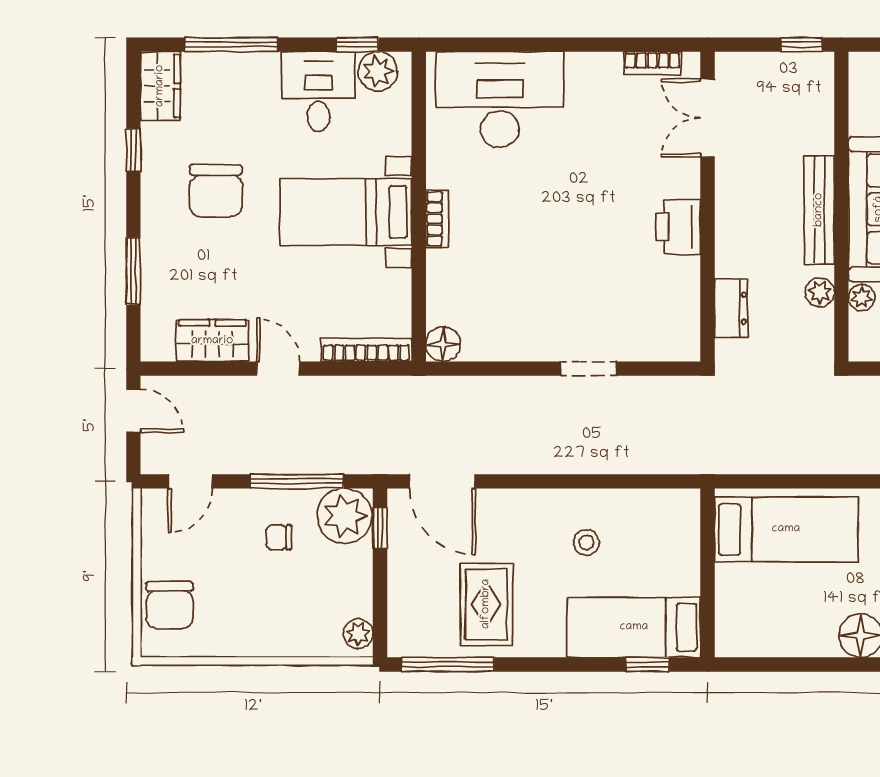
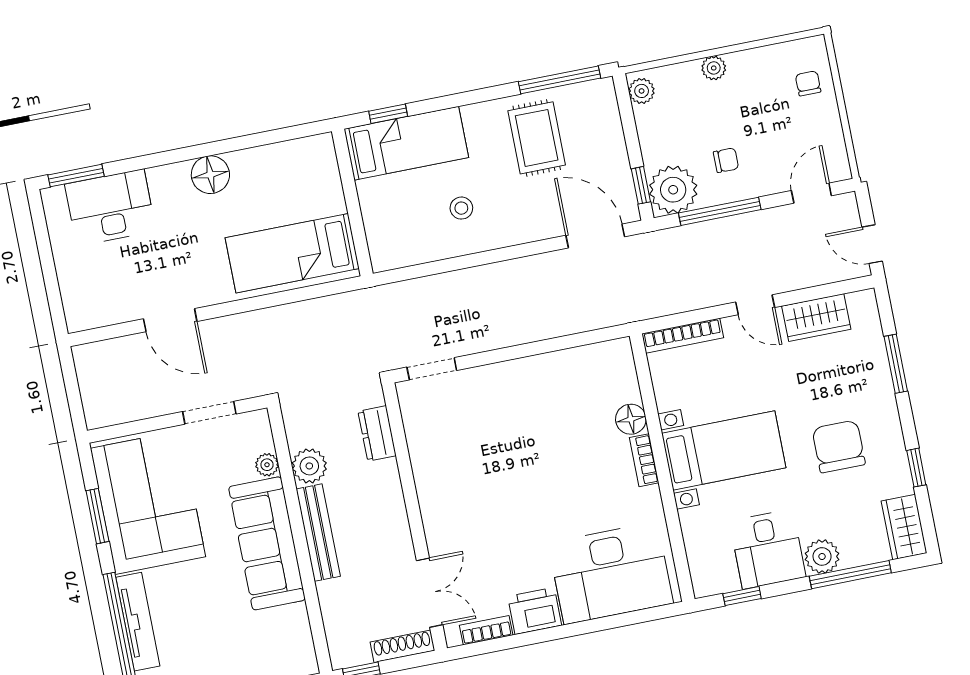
shoe rack: (750, 64) -> (402, 646), added
plant: (378, 71) -> (822, 556), moved
printer: (678, 227) -> (535, 611), moved, turned -90
plant: (820, 292) -> (309, 466), width x1.38, depth x1.38
floor lamp: (443, 344) -> (631, 419), moved
doorway: (589, 369) -> (432, 369), moved
chair: (170, 605) -> (808, 83), width x0.54, depth x0.54
plant: (272, 644) -> (714, 68), added

